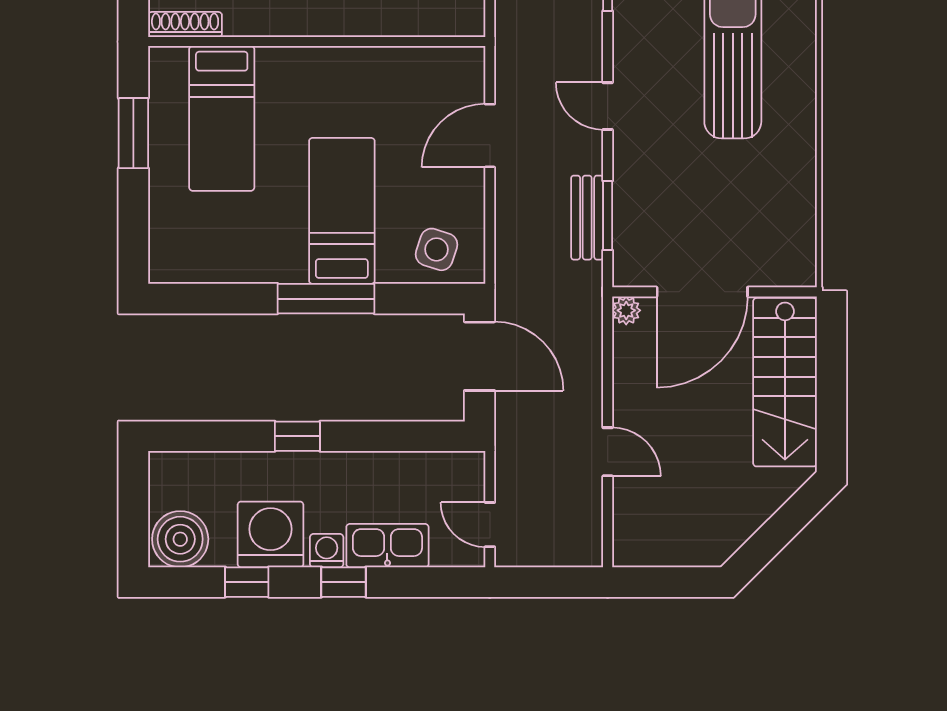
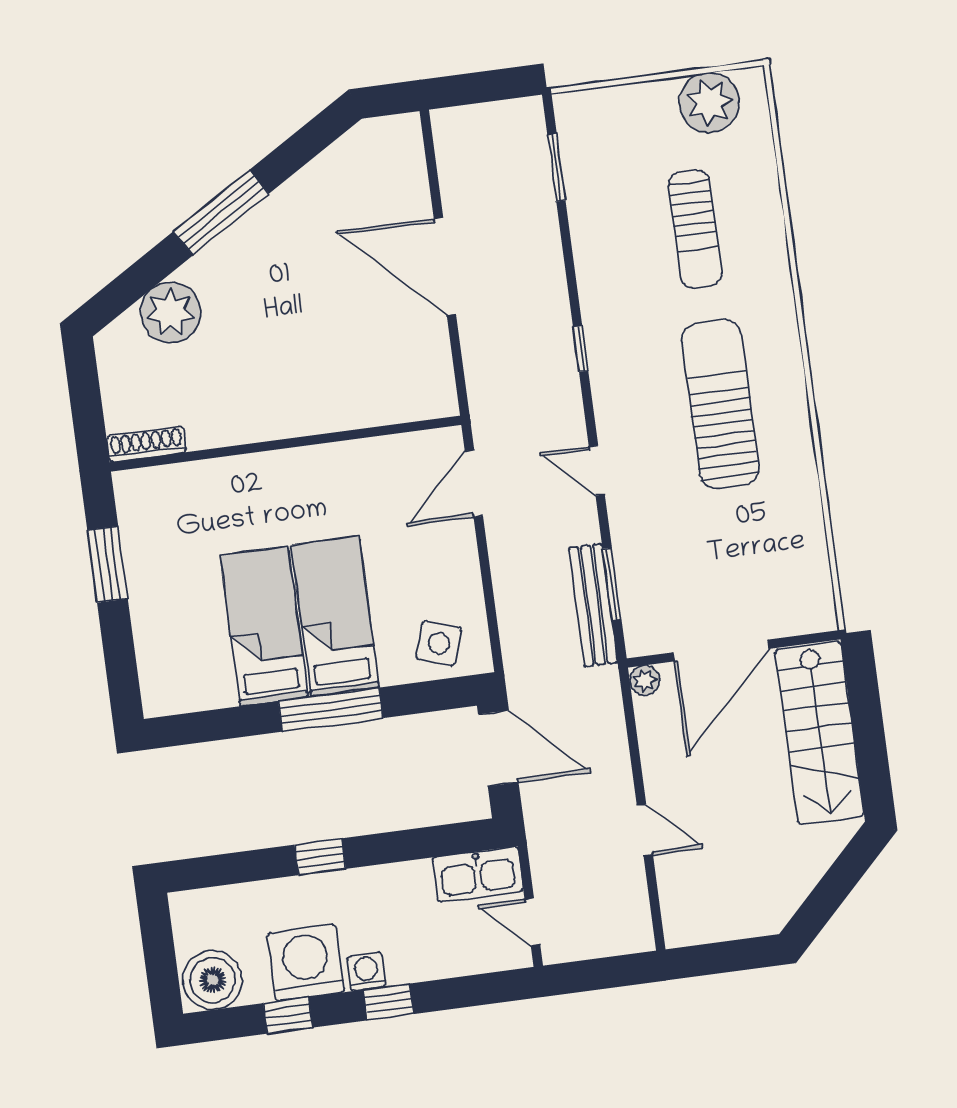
bed: (222, 118) -> (264, 626), moved, turned 180
door: (490, 136) -> (474, 483), moved
bench: (587, 218) -> (593, 605), width x1.36
kitchen sink: (387, 546) -> (478, 874), moved, turned 180

